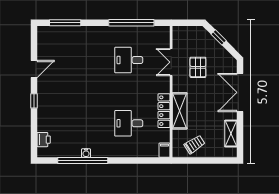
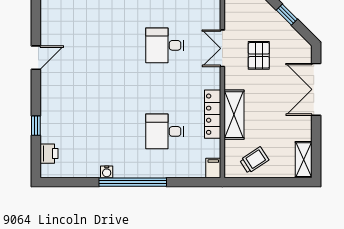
window: (34, 101) -> (36, 126), moved
shelving: (231, 133) -> (304, 160), moved
window: (83, 161) -> (133, 182), moved

